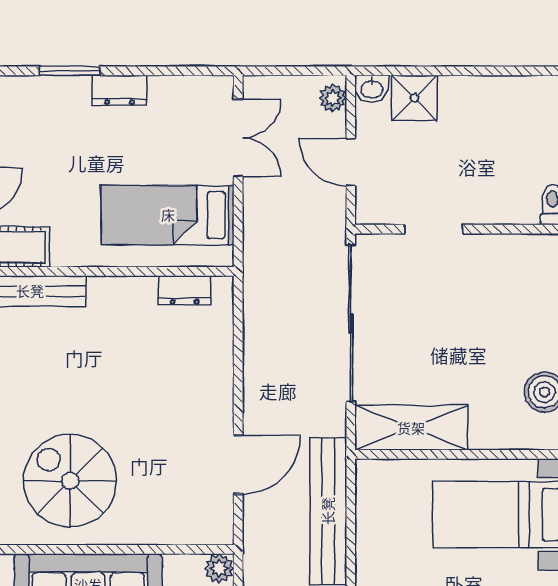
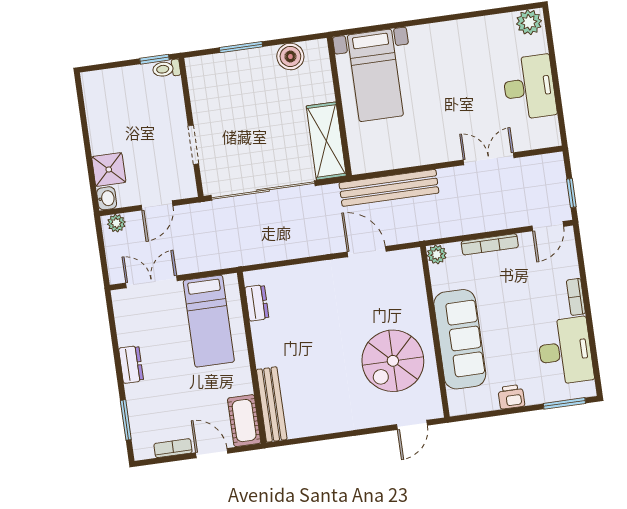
window: (70, 71) -> (126, 420), moved

